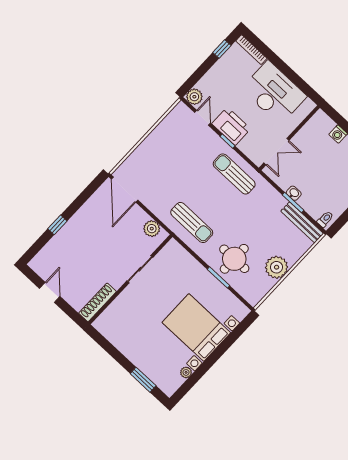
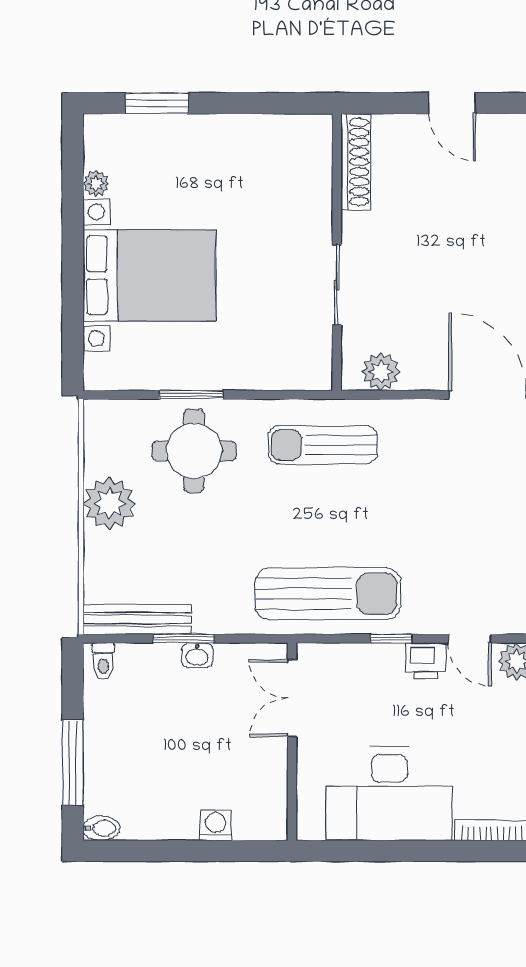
printer: (231, 126) -> (426, 661), width x0.53, depth x0.68
sun lounger: (234, 174) -> (328, 594), width x1.36, depth x1.34

